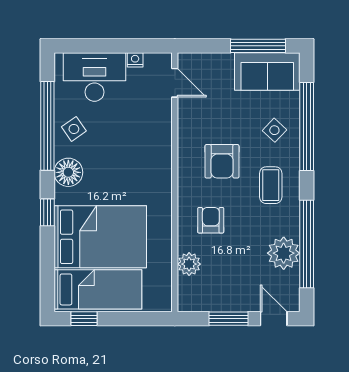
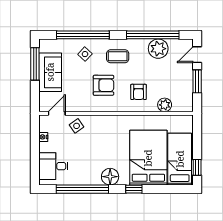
sofa: (267, 71) -> (50, 72), moved
desk: (94, 77) -> (53, 166), width x0.73
side table: (74, 129) -> (77, 126), moved
armchair: (211, 220) -> (139, 92), turned -90

